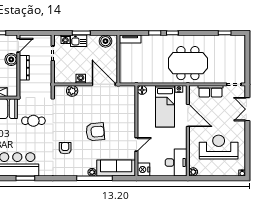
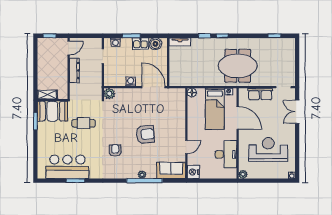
kitchen sink: (79, 41) -> (140, 44), moved
boiler: (11, 59) -> (61, 62), removed
plant: (72, 91) -> (109, 94), moved
desk: (176, 163) -> (226, 154), moved
sofa: (116, 168) -> (171, 170), width x0.73

